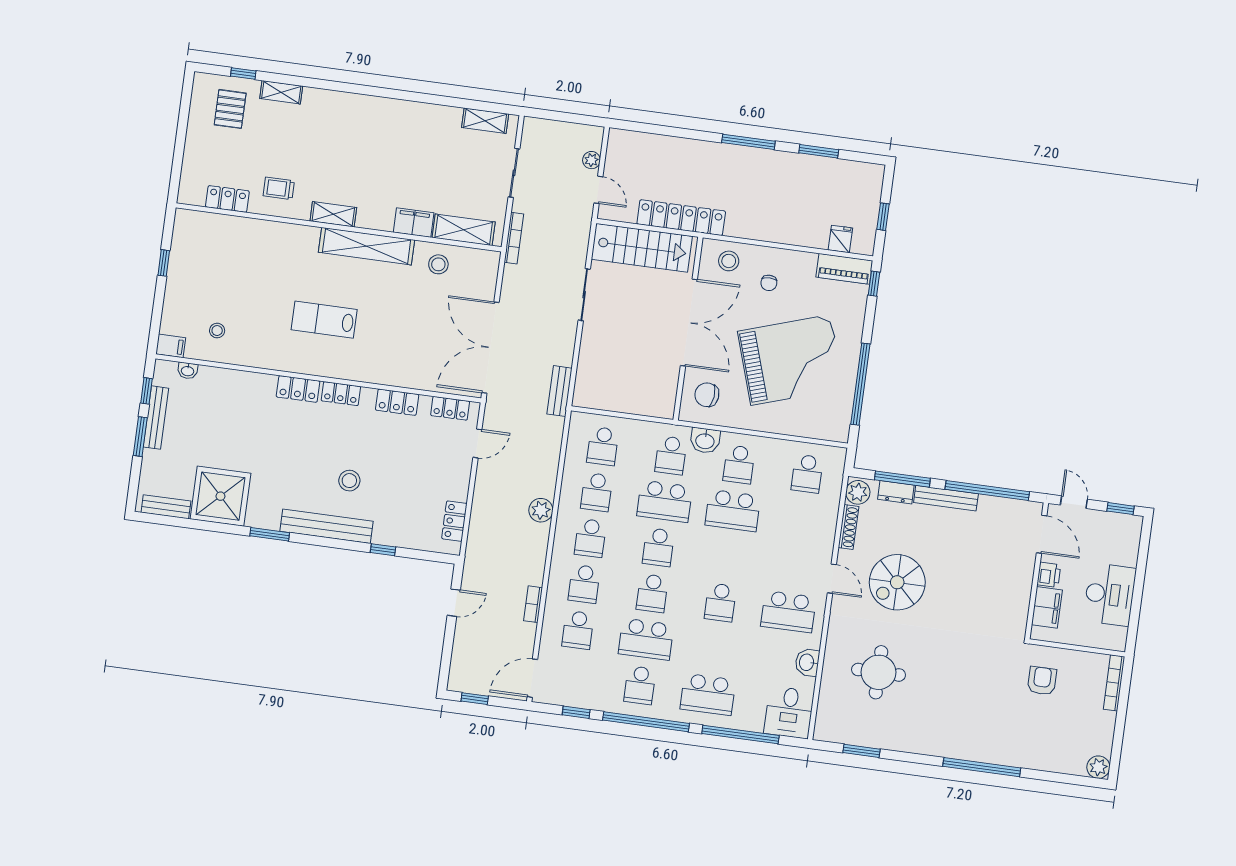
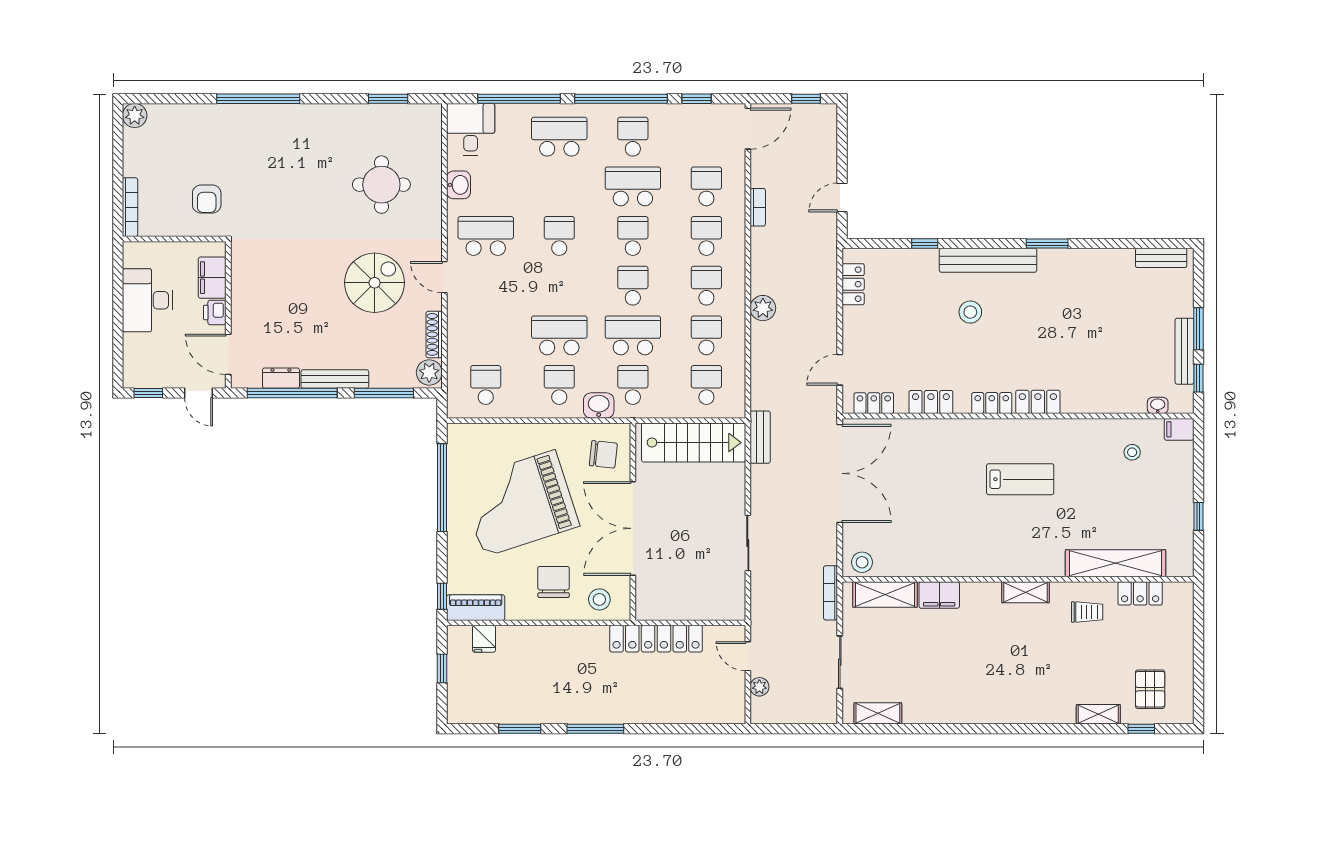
shelving: (367, 246) -> (1116, 563), moved
stairs: (642, 248) -> (694, 443), moved, turned 180
stool: (438, 264) -> (862, 562), moved
chair: (769, 283) -> (554, 582), width x1.87, depth x1.87
dresser: (896, 492) -> (281, 378), moved
shower: (220, 496) -> (1105, 277), removed

